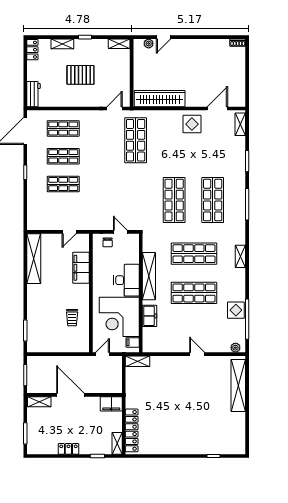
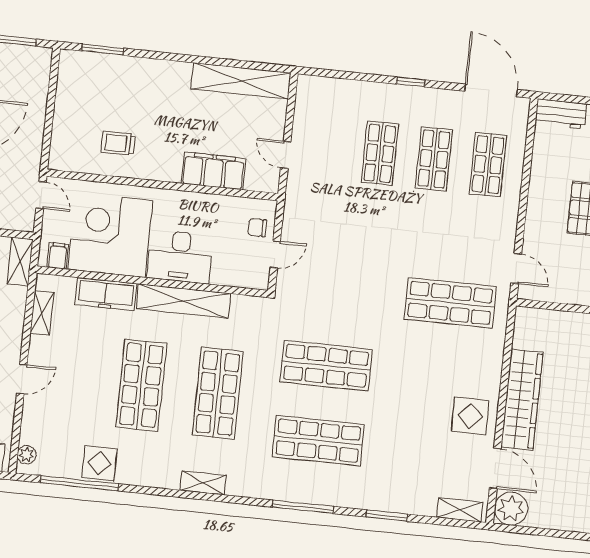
plant: (237, 98) -> (511, 509), added
wardrobe: (160, 99) -> (522, 400), moved
freezer: (149, 316) -> (106, 294), width x1.40
shelving: (163, 347) -> (42, 313), added

